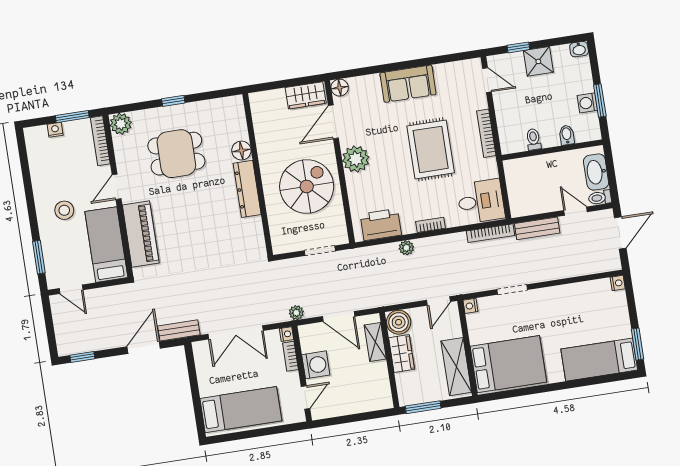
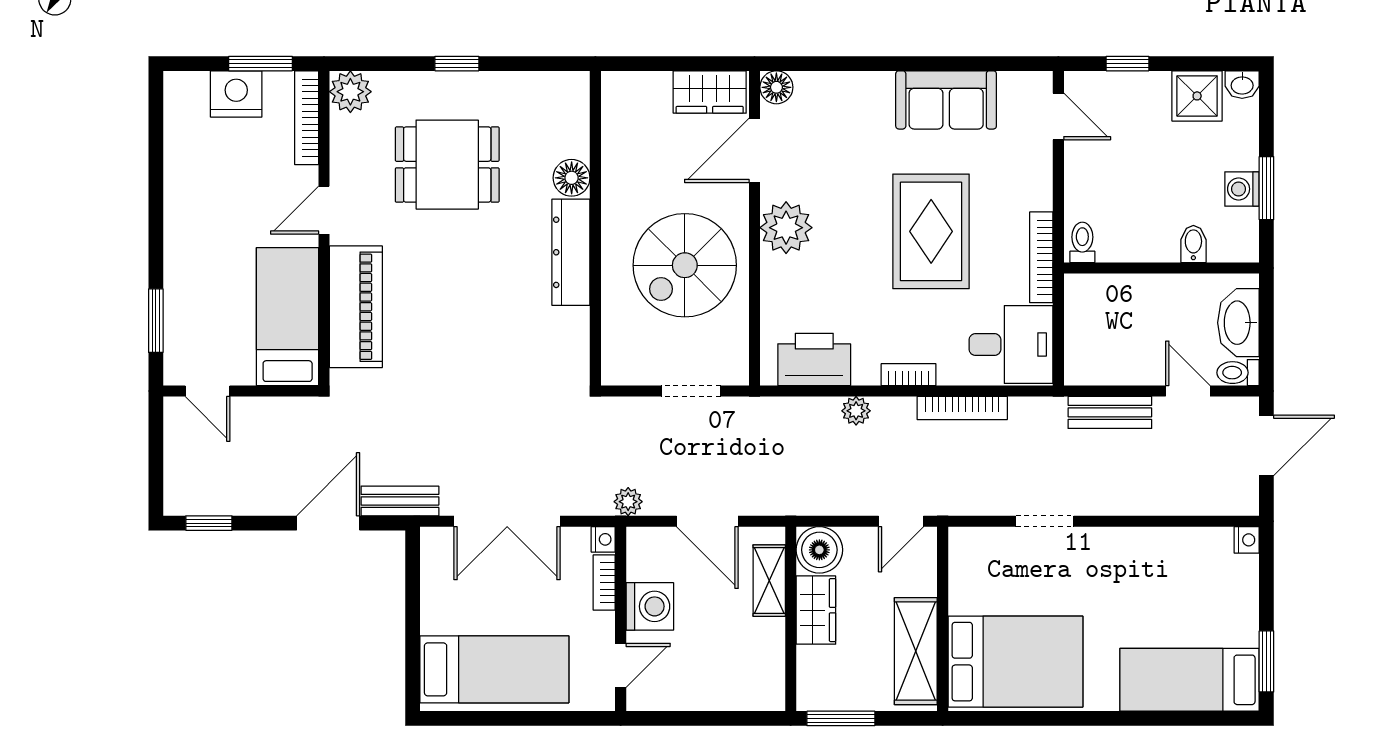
shower: (538, 61) -> (1197, 96), moved
sofa: (408, 84) -> (946, 100), moved
nightstand: (55, 130) -> (236, 94), width x1.89, depth x1.79
bookcase: (486, 133) -> (1041, 257), moved
toilet: (533, 139) -> (1082, 242), moved
spiral stairs: (307, 186) -> (685, 265), turned 180
stool: (64, 210) -> (218, 239), removed
bookcase: (491, 233) -> (962, 408), moved
nightstand: (470, 306) -> (961, 540), removed

